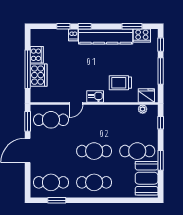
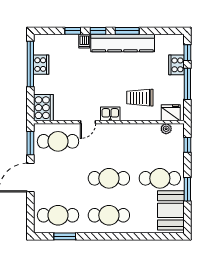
window: (132, 26) -> (127, 31), moved
cooker: (142, 35) -> (177, 65), moved, turned 90
window: (28, 69) -> (30, 64), moved
cooker: (39, 75) -> (43, 108), moved

